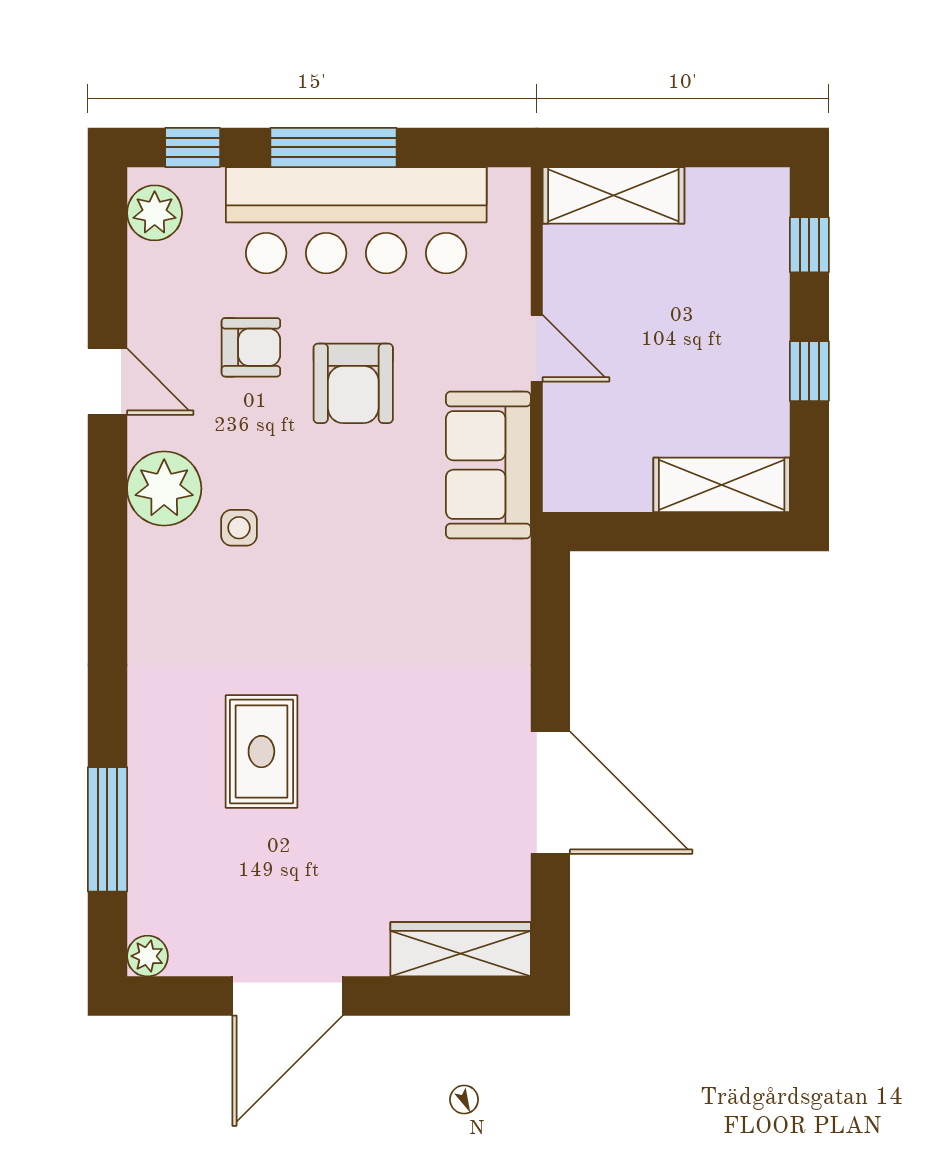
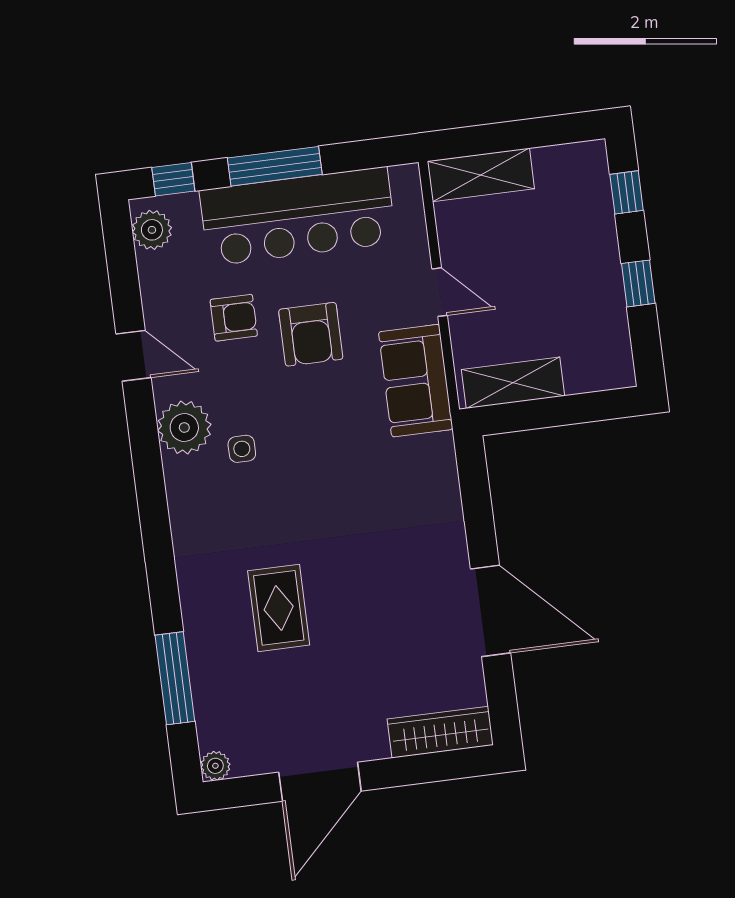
shelving: (722, 485) -> (513, 383), moved

